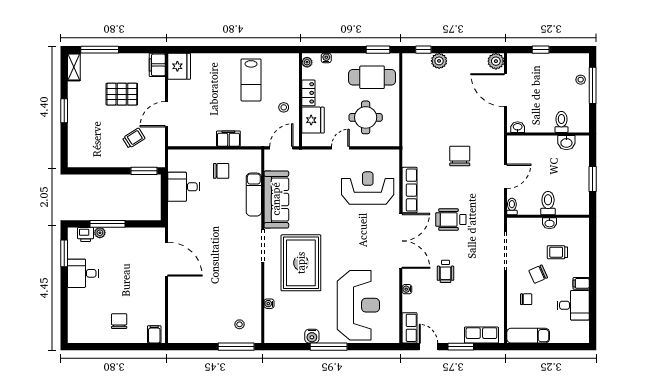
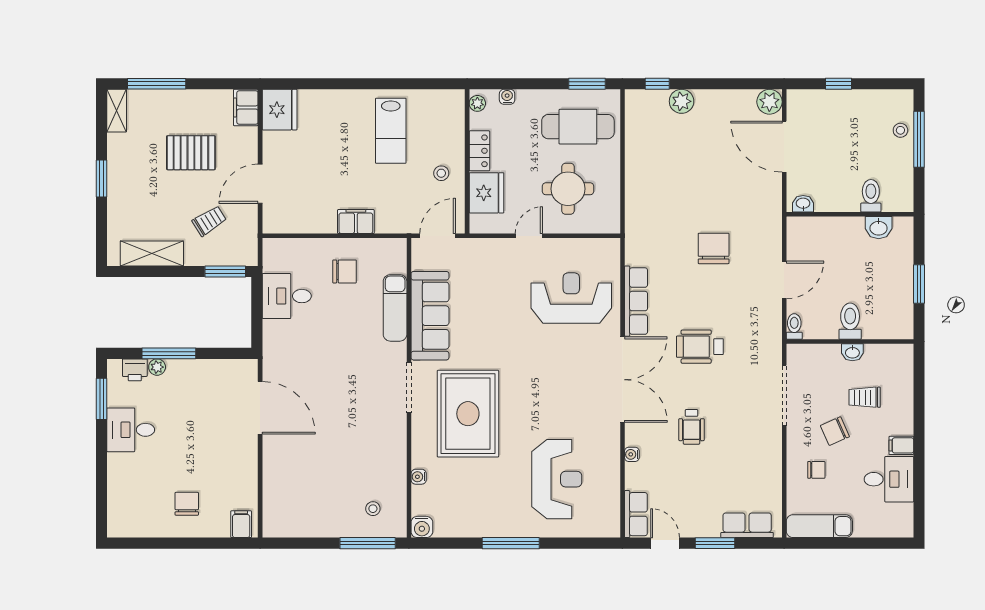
shelving: (97, 159) -> (152, 253), added
reception desk: (358, 305) -> (557, 479), width x0.74, depth x0.77
water cooler: (312, 336) -> (422, 527), moved

